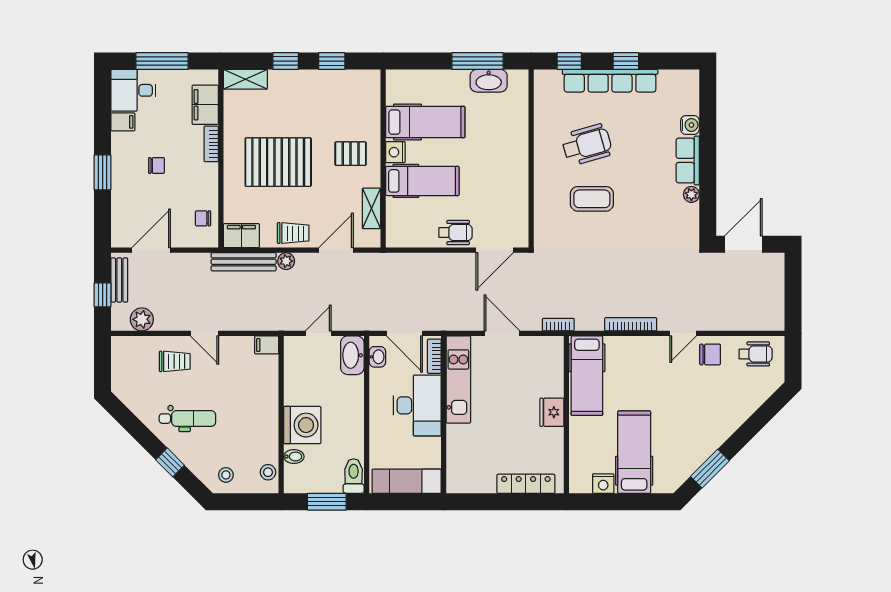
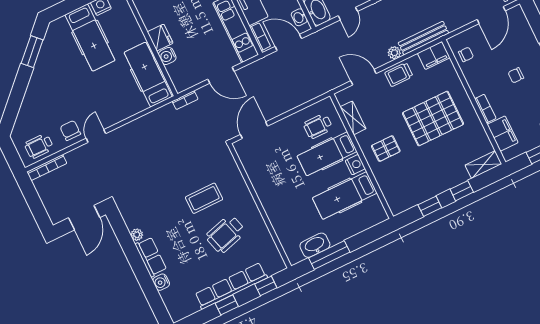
wheelchair: (455, 233) -> (318, 126), moved
door: (336, 250) -> (363, 77), swing flipped
bookcase: (631, 324) -> (47, 168), moved
chair: (710, 354) -> (70, 130), turned 90
water cooler: (554, 387) -> (167, 56), added

